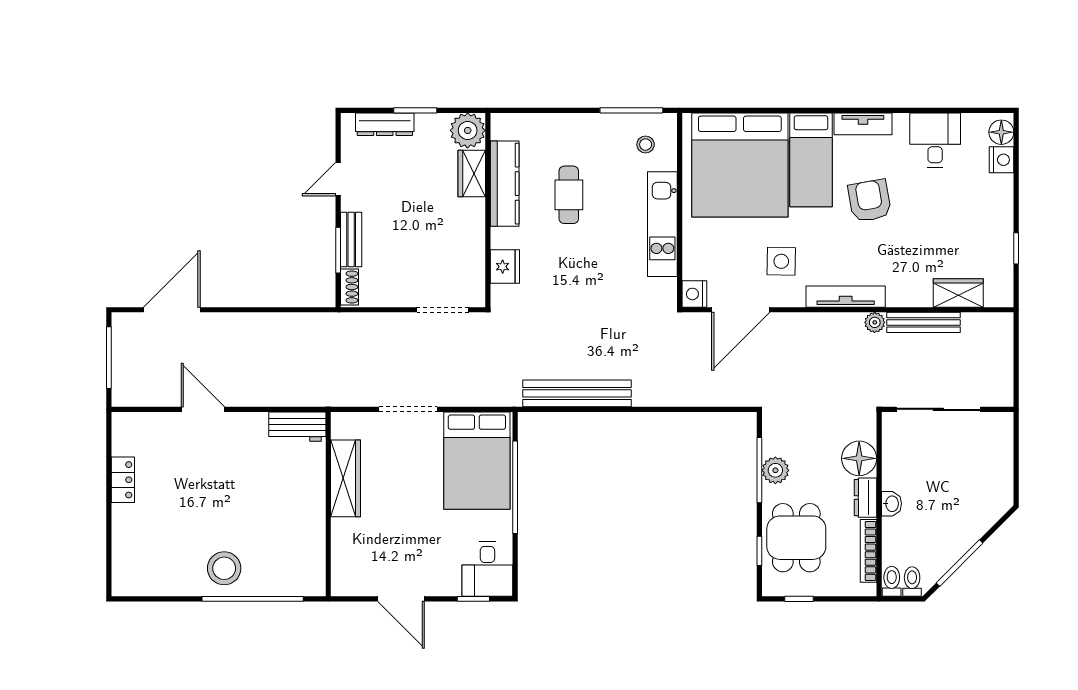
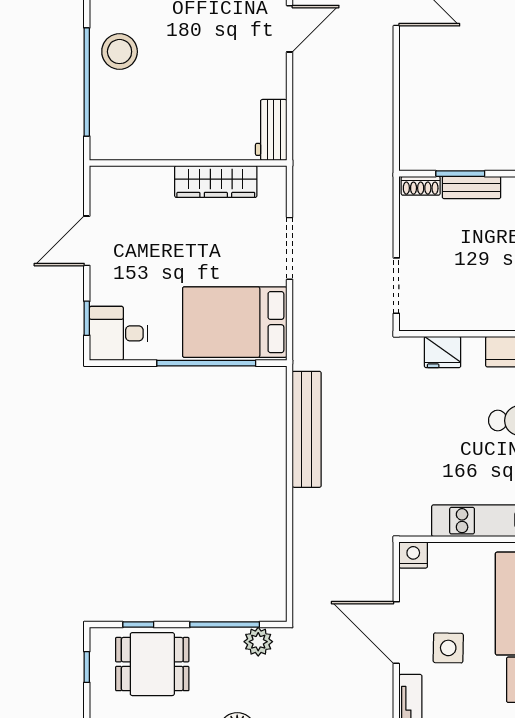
door: (741, 310) -> (396, 633), moved
plant: (775, 470) -> (258, 642), moved

